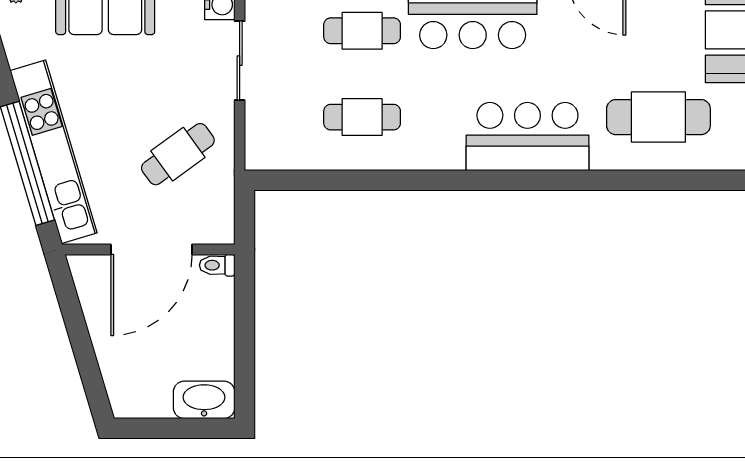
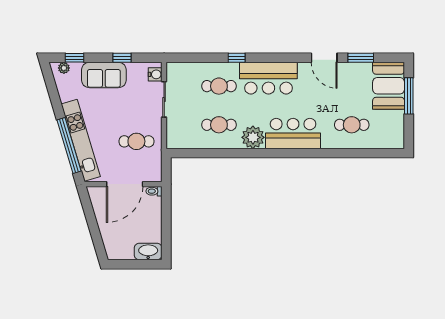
cafe table: (658, 117) -> (352, 125), width x0.73, depth x0.74
plant: (438, 145) -> (253, 137), added
cafe table: (178, 154) -> (136, 141), turned 36

